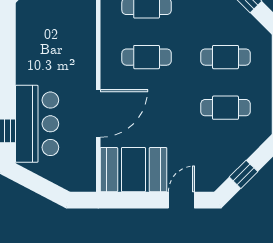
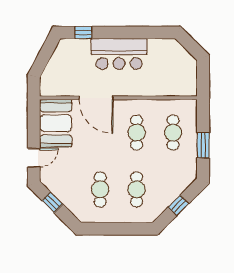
bar counter: (37, 124) -> (119, 54), moved
door: (181, 200) -> (34, 158), hinge flipped

